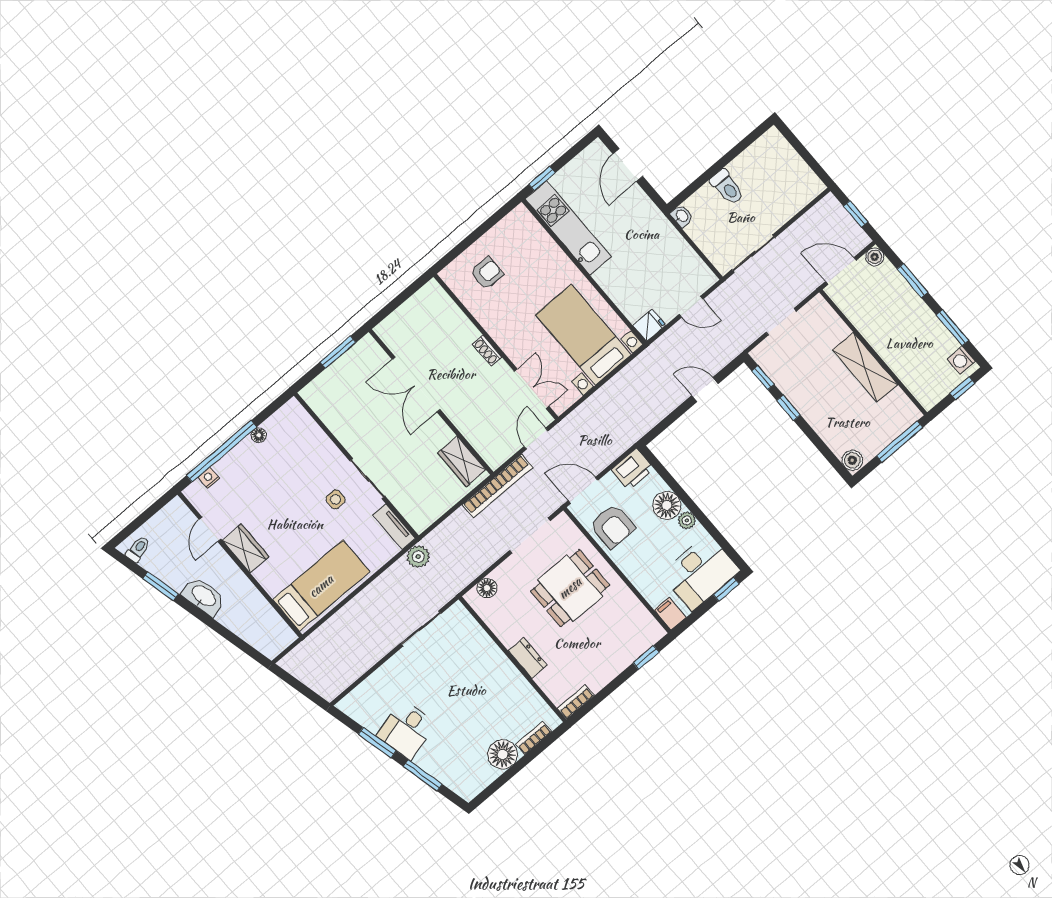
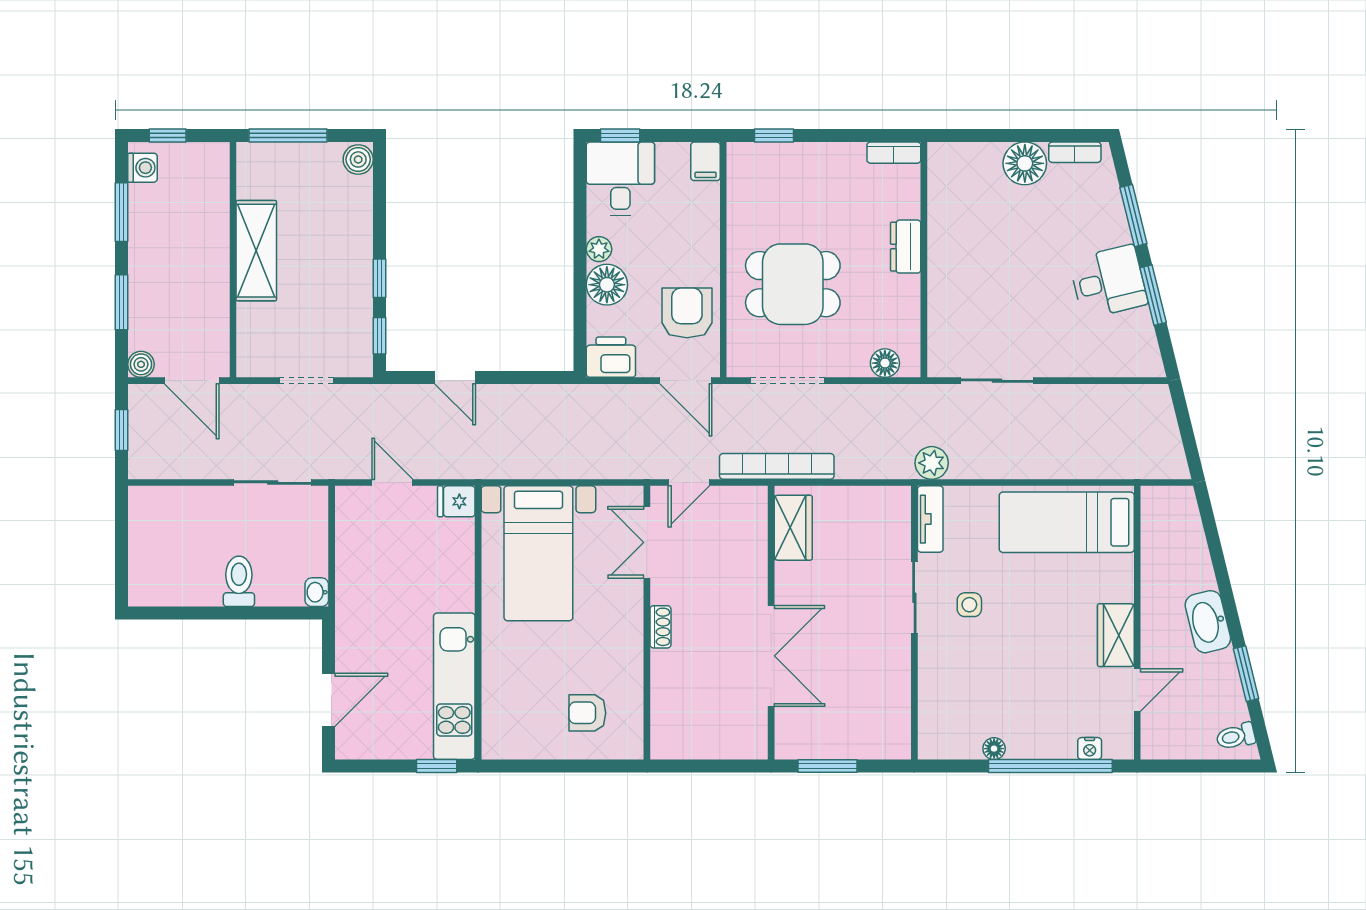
desk: (700, 572) -> (620, 179), width x0.73
bookcase: (534, 738) -> (1075, 152), moved

